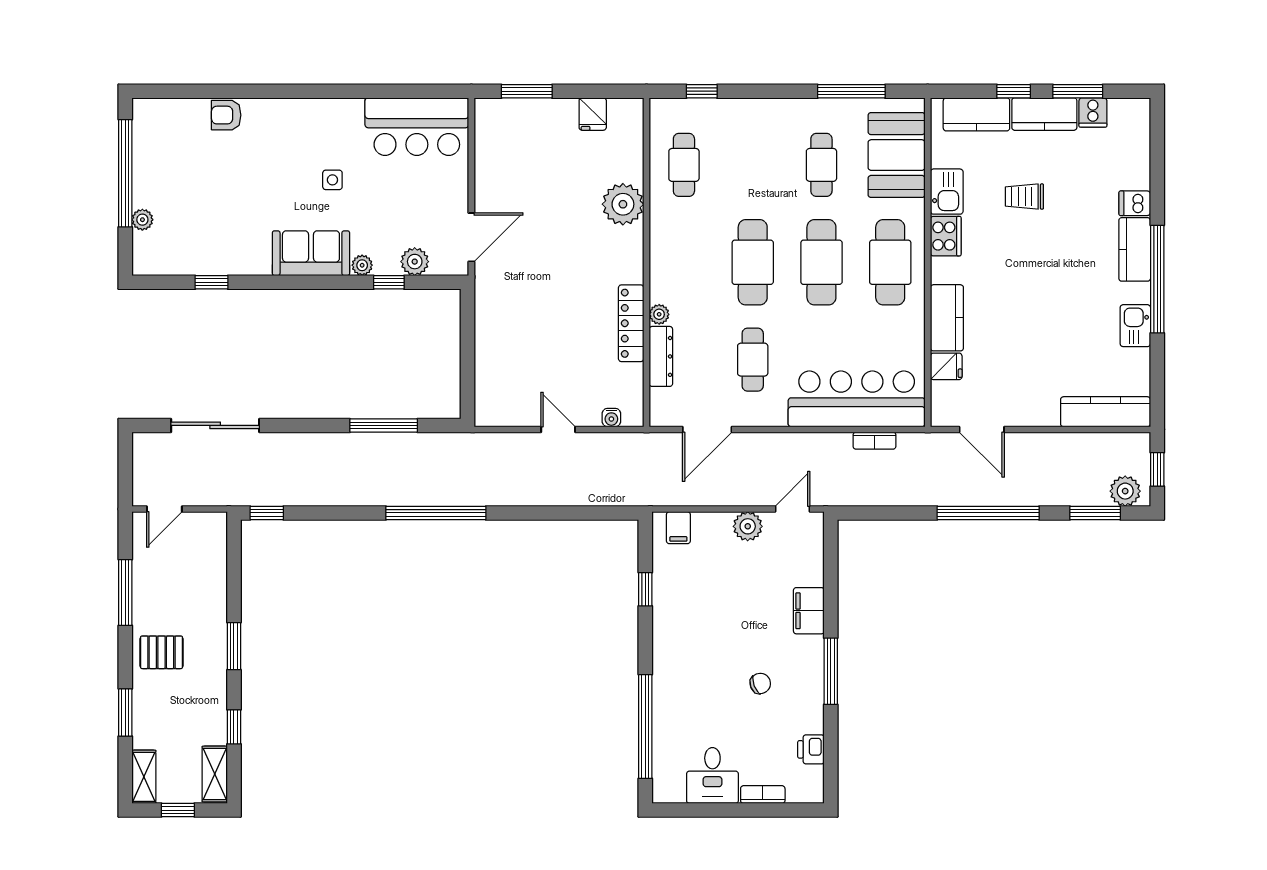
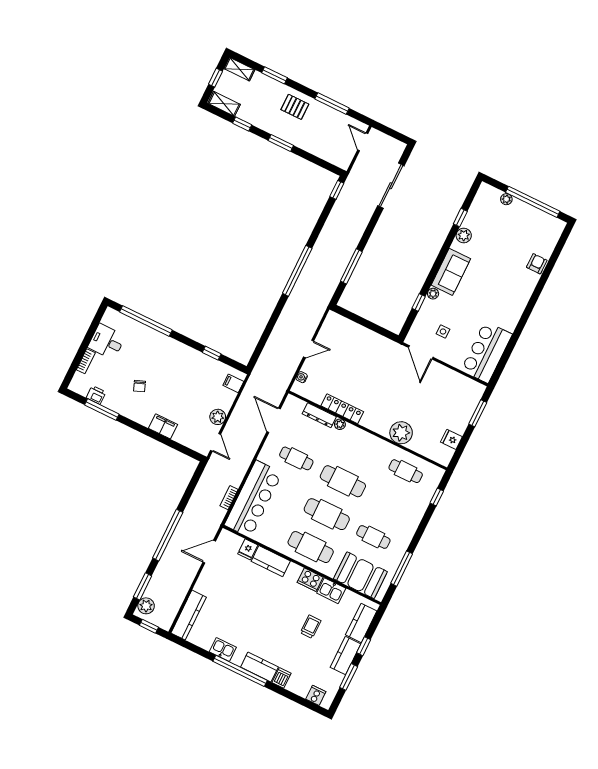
cooker: (1093, 112) -> (316, 695), moved, turned 90
side table: (332, 180) -> (443, 332), moved
plant: (415, 262) -> (464, 236), moved
pallet: (161, 652) -> (295, 107), turned 90
window: (831, 671) -> (102, 410), moved

